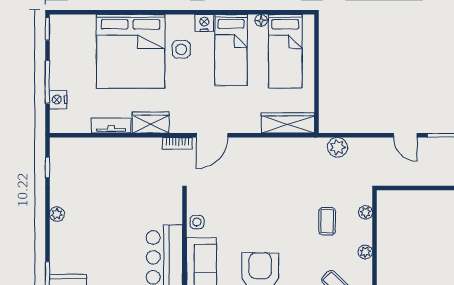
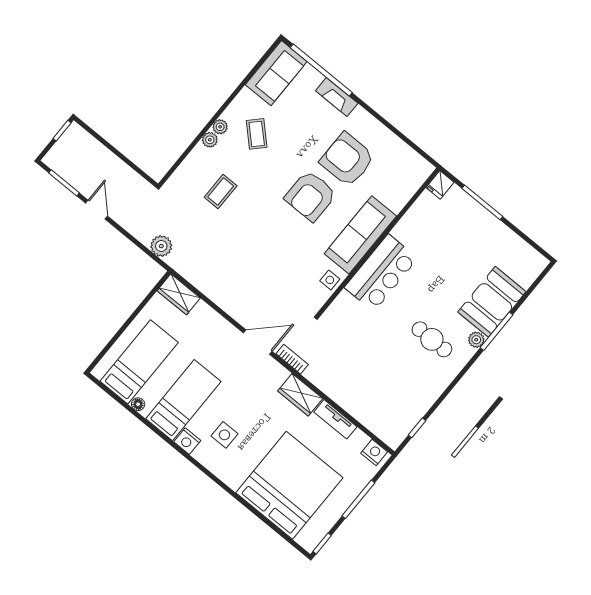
bed: (131, 51) -> (289, 485), moved
nightstand: (58, 100) -> (374, 452), moved, turned -90
wardrobe: (288, 123) -> (179, 294), width x0.67
plant: (365, 212) -> (220, 127), moved
plant: (57, 214) -> (476, 340), moved
cafe table: (89, 240) -> (432, 339), added

